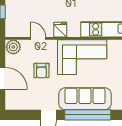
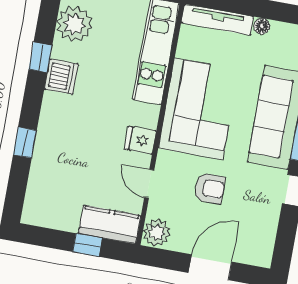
kitchen counter: (13, 22) -> (110, 225), added
door: (38, 38) -> (149, 184), hinge flipped

